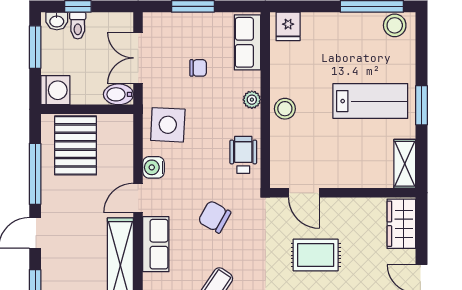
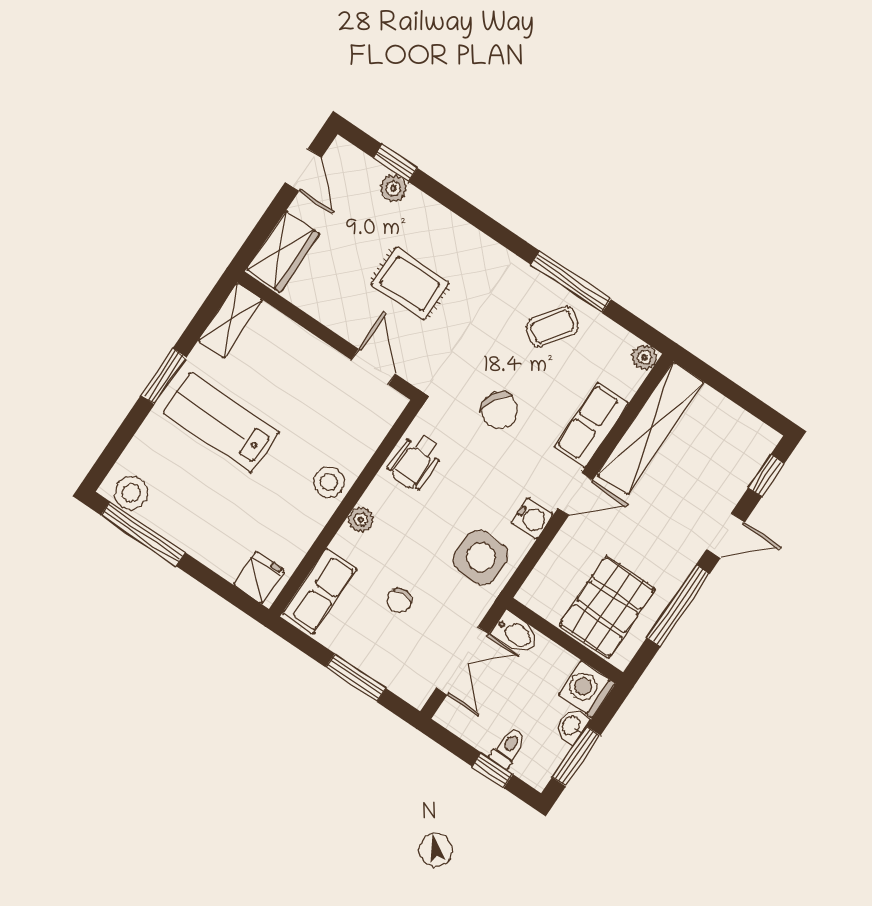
washbasin: (57, 21) -> (572, 726), moved, turned -90
chair: (198, 68) -> (399, 600), turned -90

